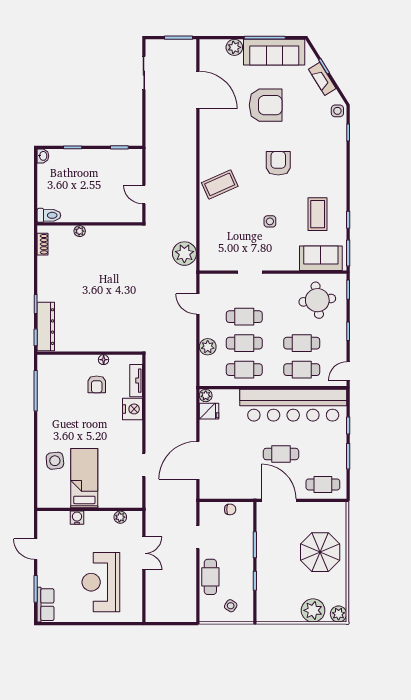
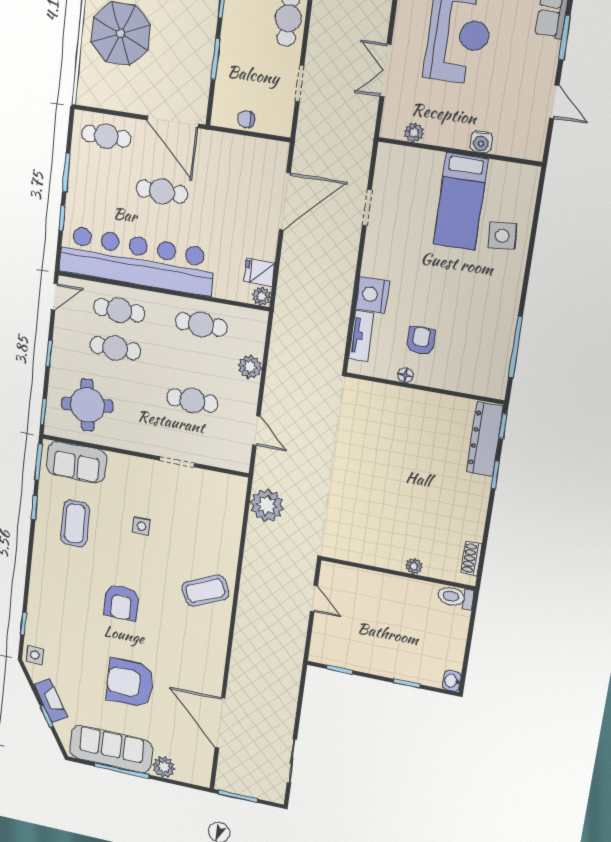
cafe table: (244, 343) -> (197, 363), removed

